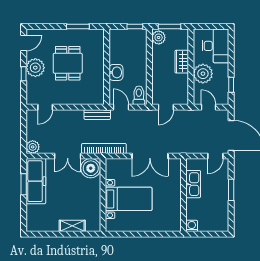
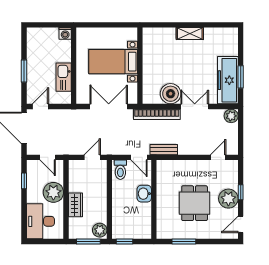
wall: (103, 195) -> (140, 66), moved
bed with nightstands: (129, 199) -> (113, 62), moved

